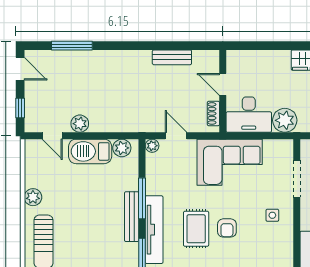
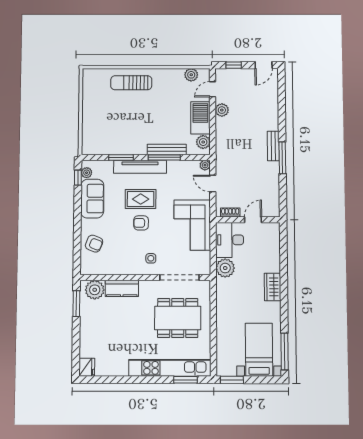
window: (72, 46) -> (282, 158), moved
bench: (172, 57) -> (273, 146), moved
door: (176, 136) -> (213, 183), swing flipped
doorway: (297, 179) -> (179, 277), width x1.36
plant: (33, 197) -> (191, 75), moved
bench: (132, 217) -> (167, 150), moved

